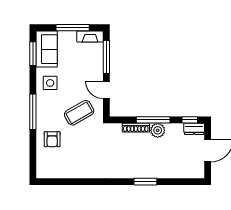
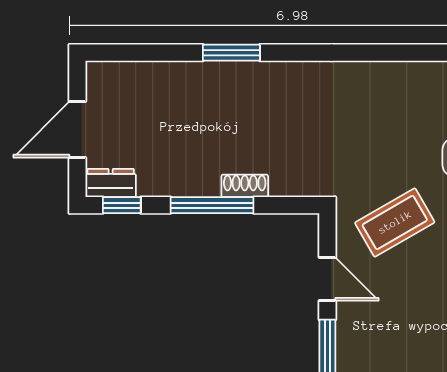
shoe rack: (136, 128) -> (245, 186), width x0.70
plant: (158, 130) -> (201, 179), removed

